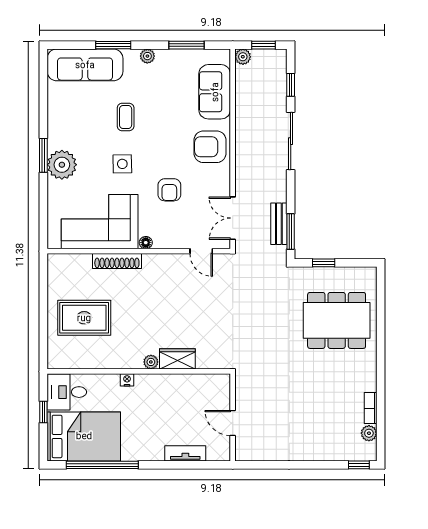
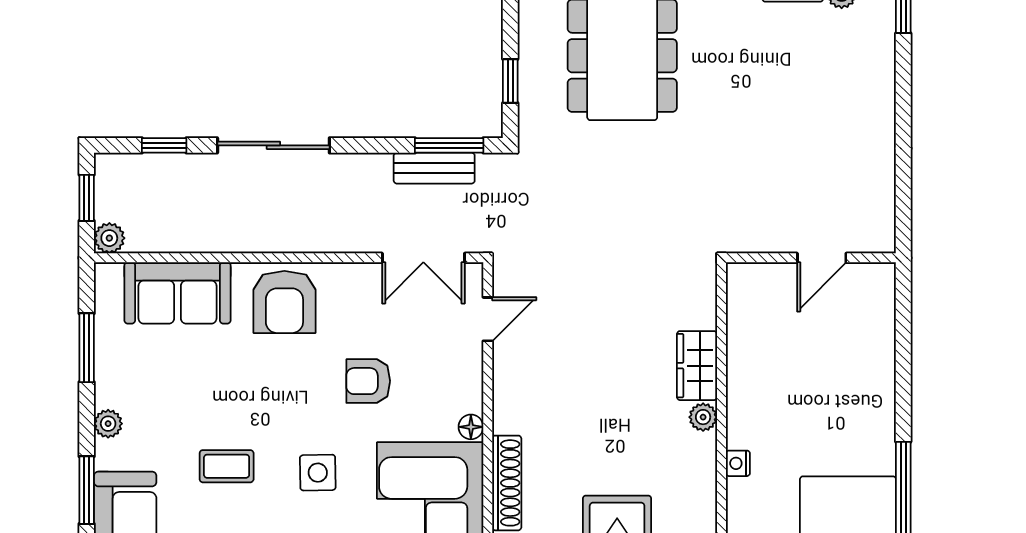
armchair: (169, 190) -> (368, 381), turned 180
tv unit: (185, 453) -> (881, 350), removed

